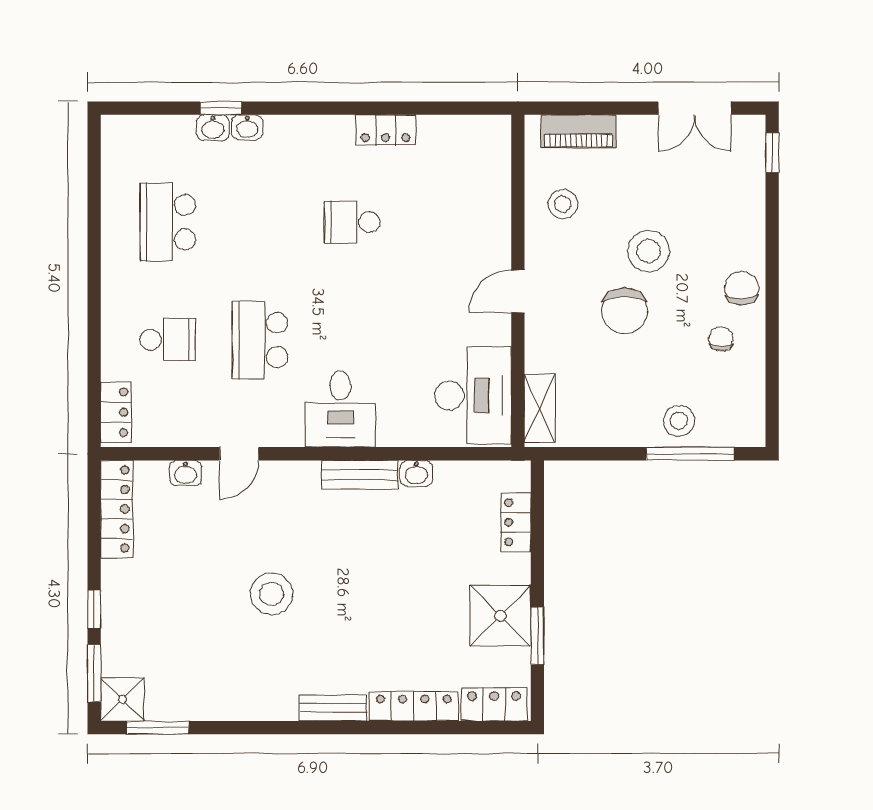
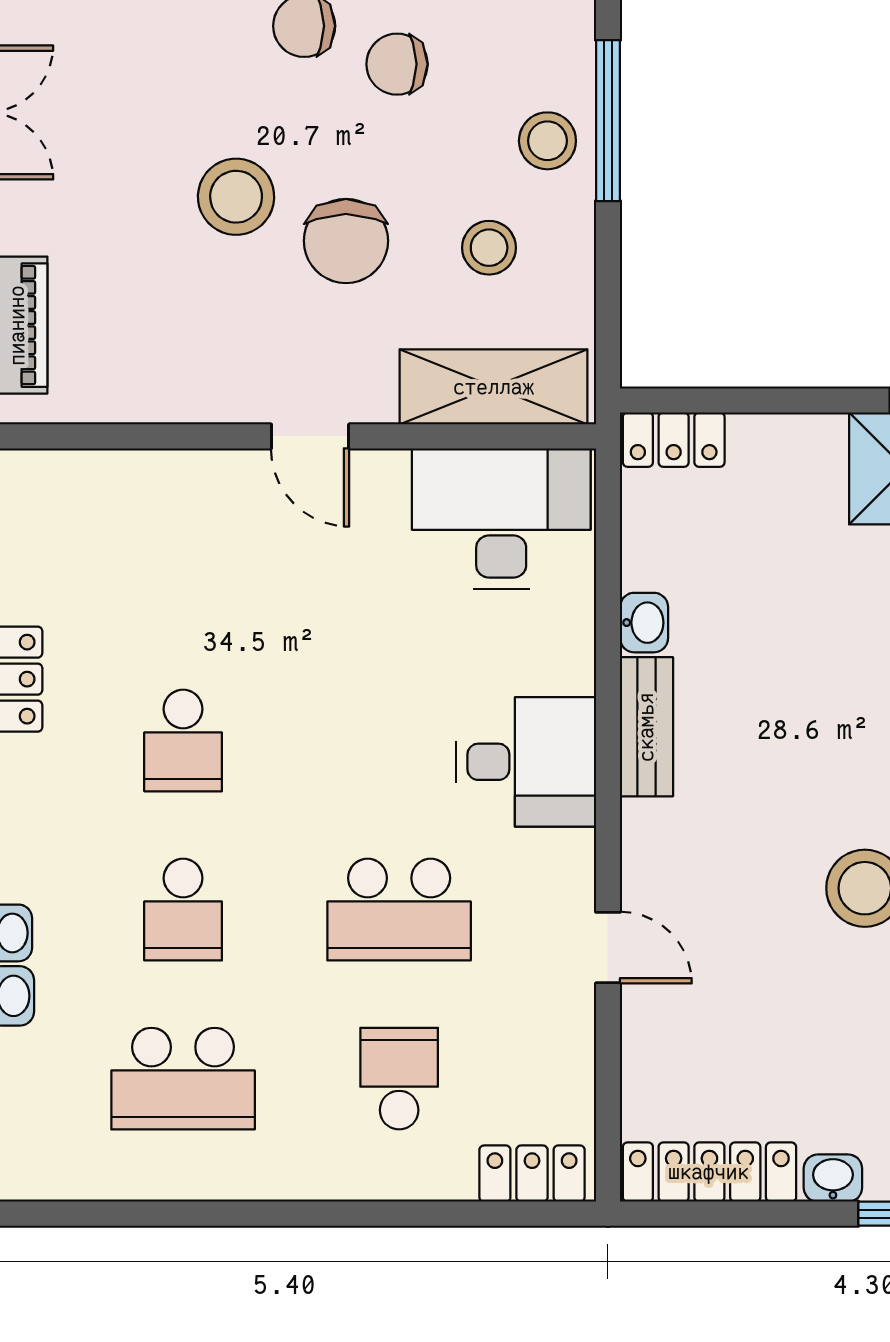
stool: (563, 204) -> (489, 248), moved
school desk: (260, 222) -> (183, 910), added
chair: (624, 311) -> (346, 241), turned 90
chair: (721, 339) -> (397, 64), width x1.37, depth x1.37
shelving: (540, 408) -> (494, 387), width x1.50, depth x1.33
washbasin: (186, 473) -> (833, 1178), moved, turned -90
locker: (516, 522) -> (674, 440), moved

